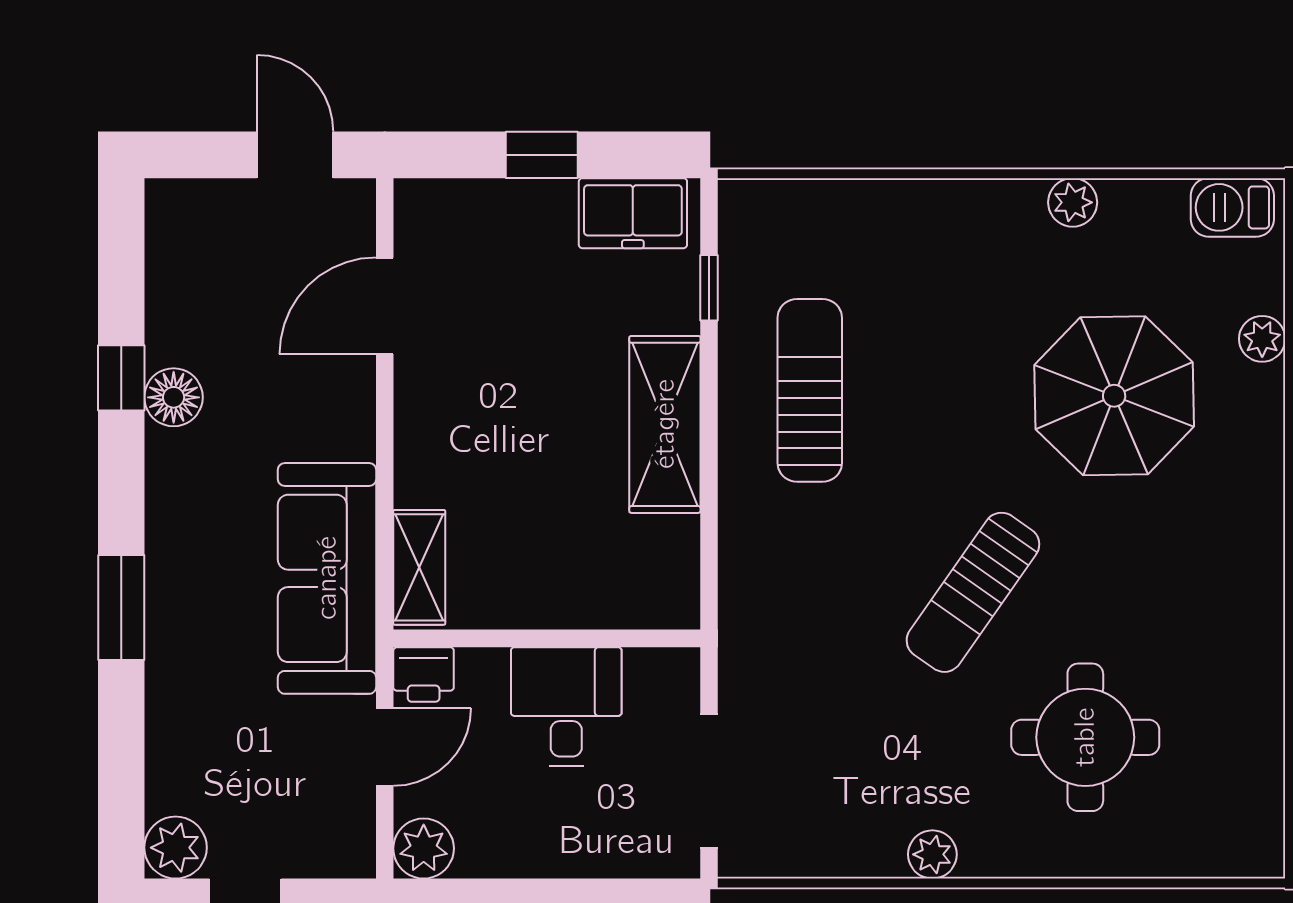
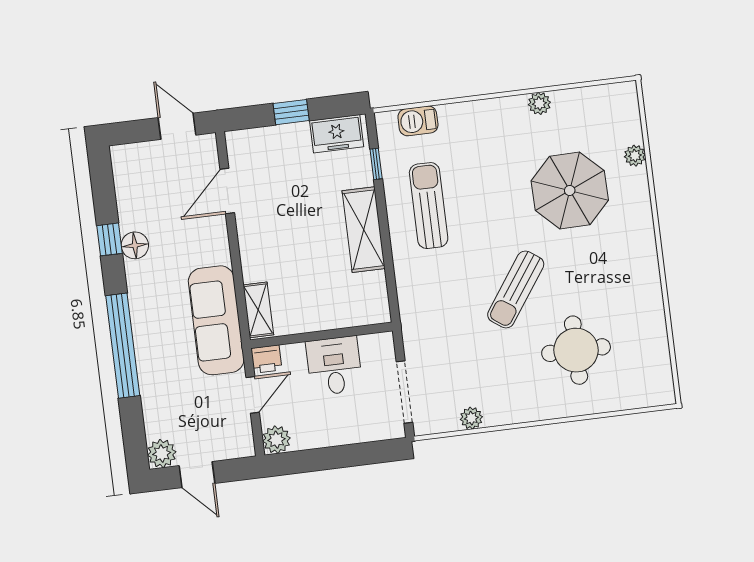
barbecue: (1232, 207) -> (418, 121), moved
window: (121, 608) -> (123, 346), width x2.11
plant: (932, 854) -> (471, 418), moved

